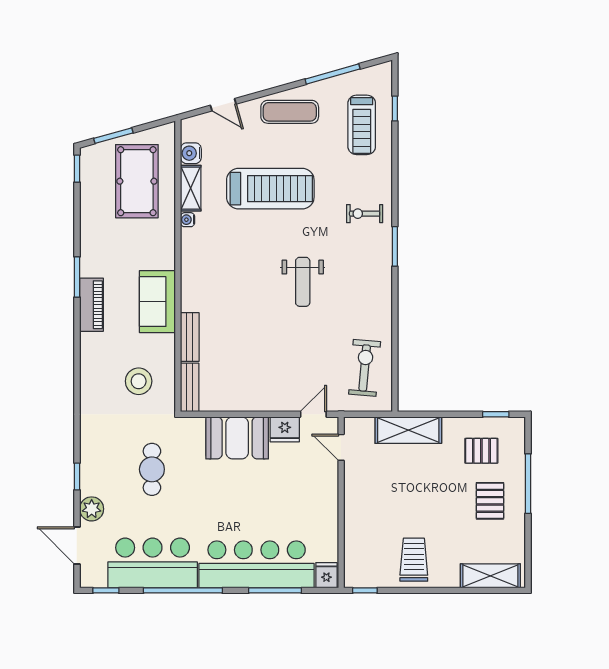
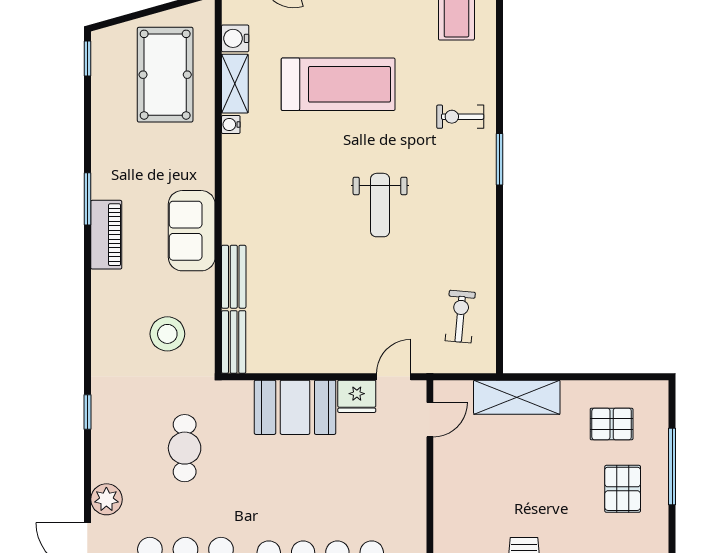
window: (113, 136) -> (135, 16), removed
exercise bike: (365, 368) -> (460, 317), width x0.73, depth x0.72
window: (496, 414) -> (630, 377), removed
door: (341, 447) -> (430, 420), swing flipped
window: (77, 477) -> (87, 412), moved

